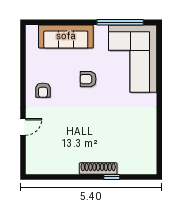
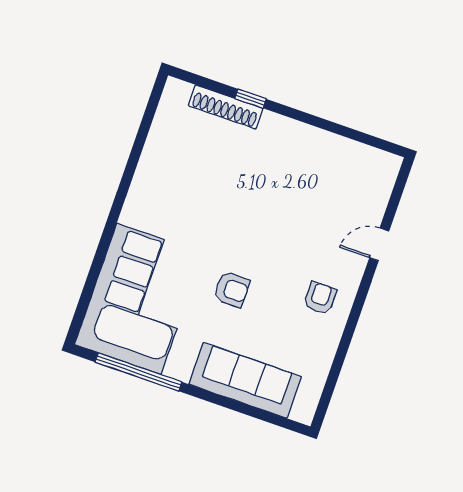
shoe rack: (98, 168) -> (226, 107), moved

